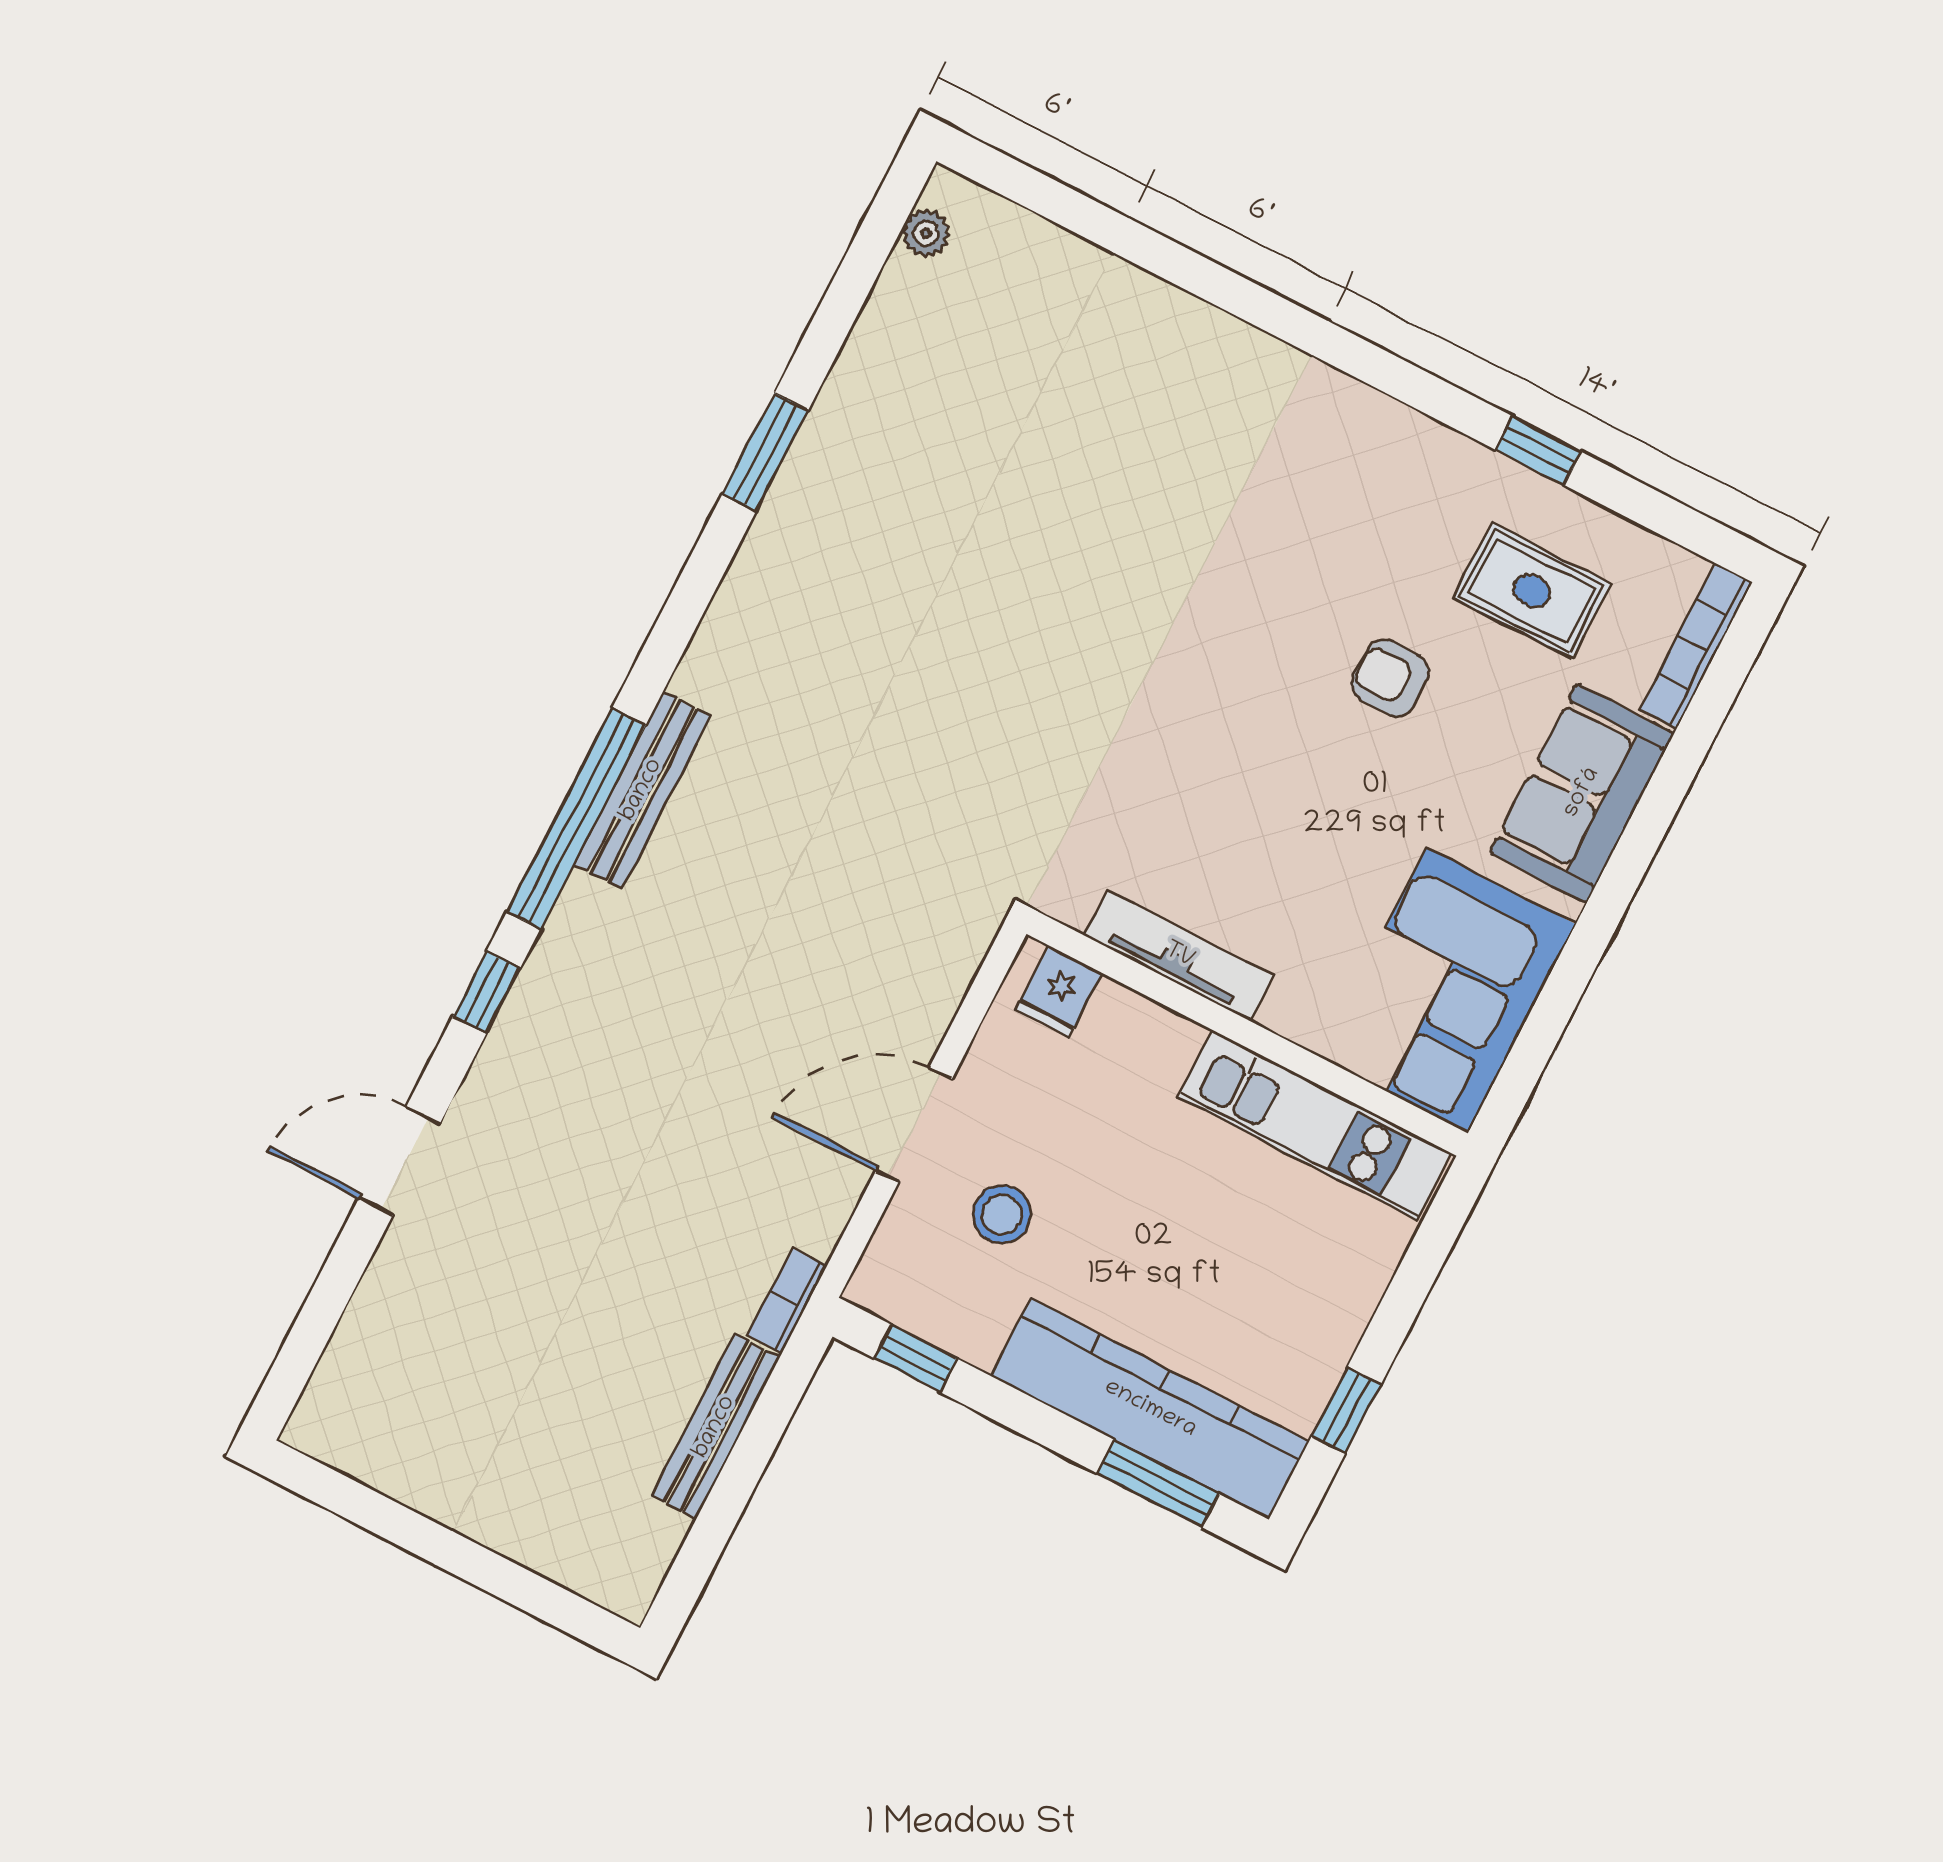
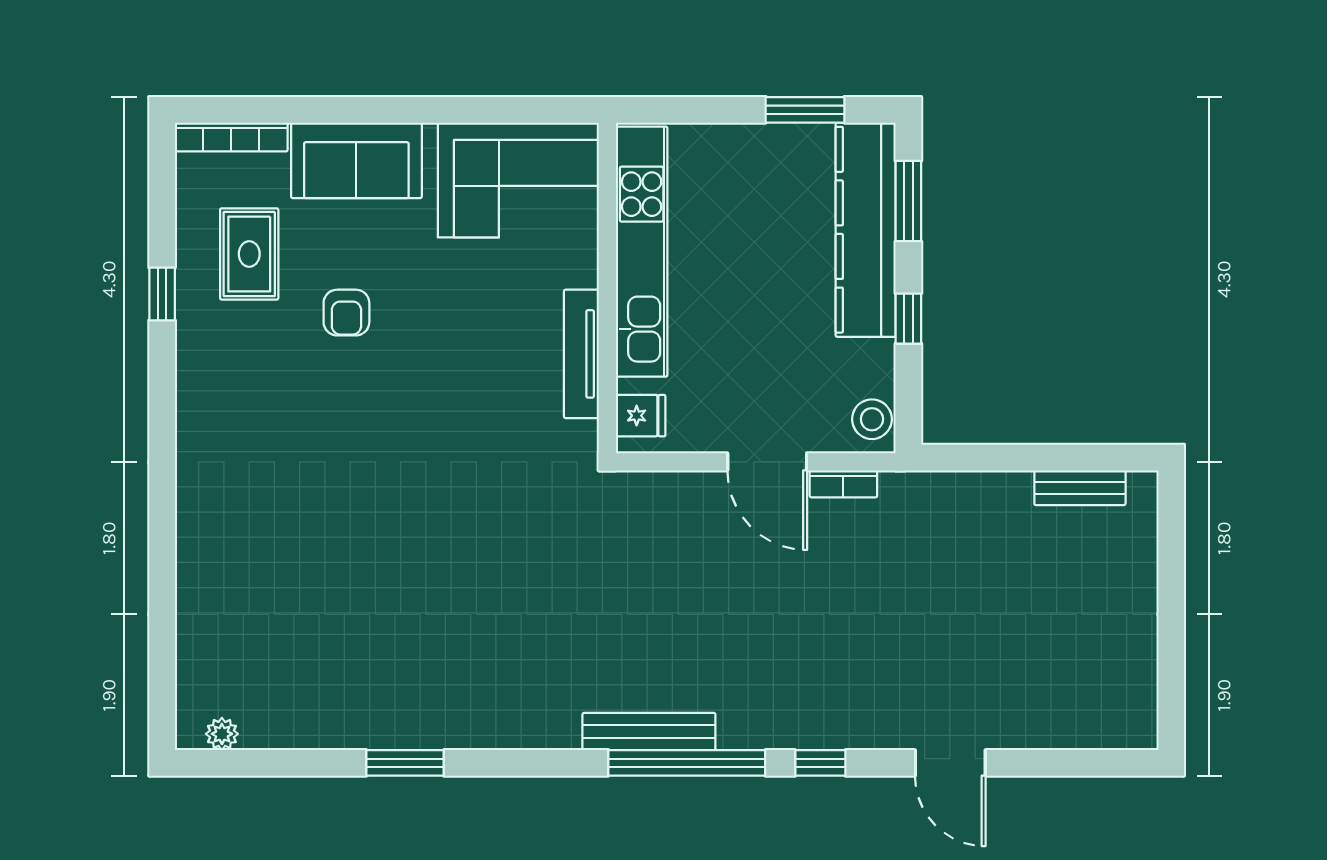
kitchen unit: (1315, 1125) -> (642, 252), width x1.36
stool: (1002, 1214) -> (872, 419), moved
bookcase: (787, 1300) -> (843, 484), moved
window: (916, 1359) -> (908, 319), moved
window: (1346, 1410) -> (805, 110), width x1.50
bench: (715, 1427) -> (1080, 488), moved, width x0.73

